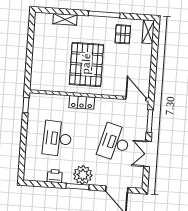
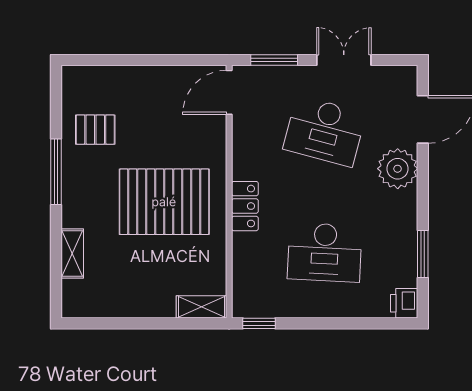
shelving: (148, 32) -> (201, 307), moved
double door: (147, 154) -> (344, 60), swing flipped
plant: (83, 175) -> (398, 169), moved
printer: (55, 176) -> (404, 303), moved
window: (77, 186) -> (423, 254), moved

